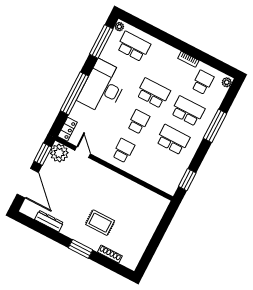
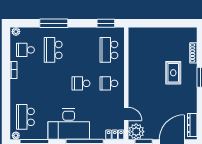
school desk: (153, 93) -> (53, 83), removed
school desk: (173, 140) -> (109, 50), moved
door: (83, 152) -> (126, 114), swing flipped
dresser: (49, 221) -> (192, 125), moved

